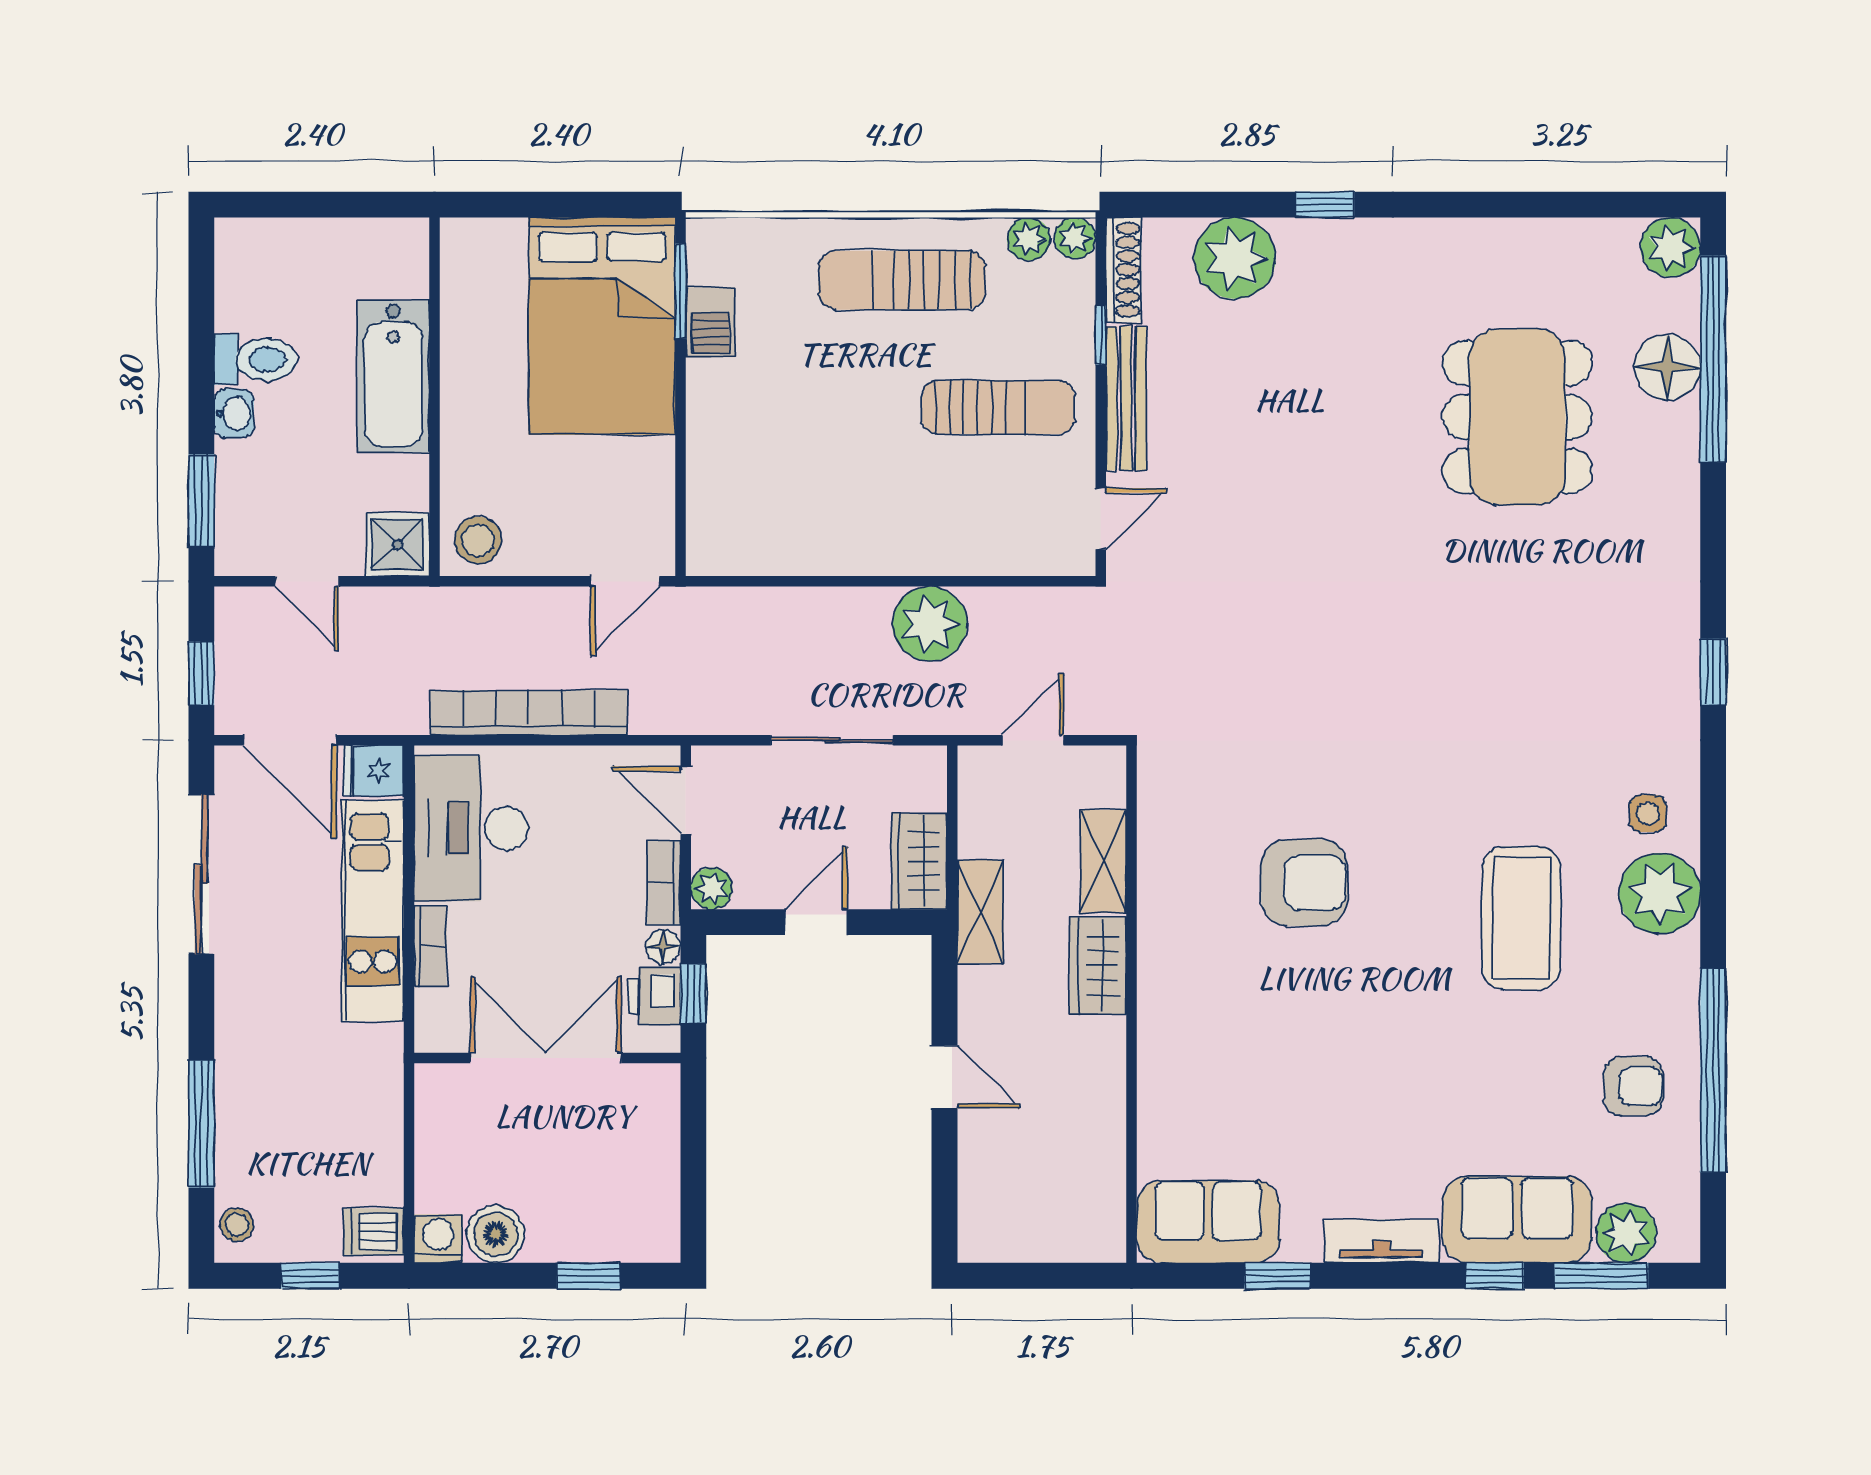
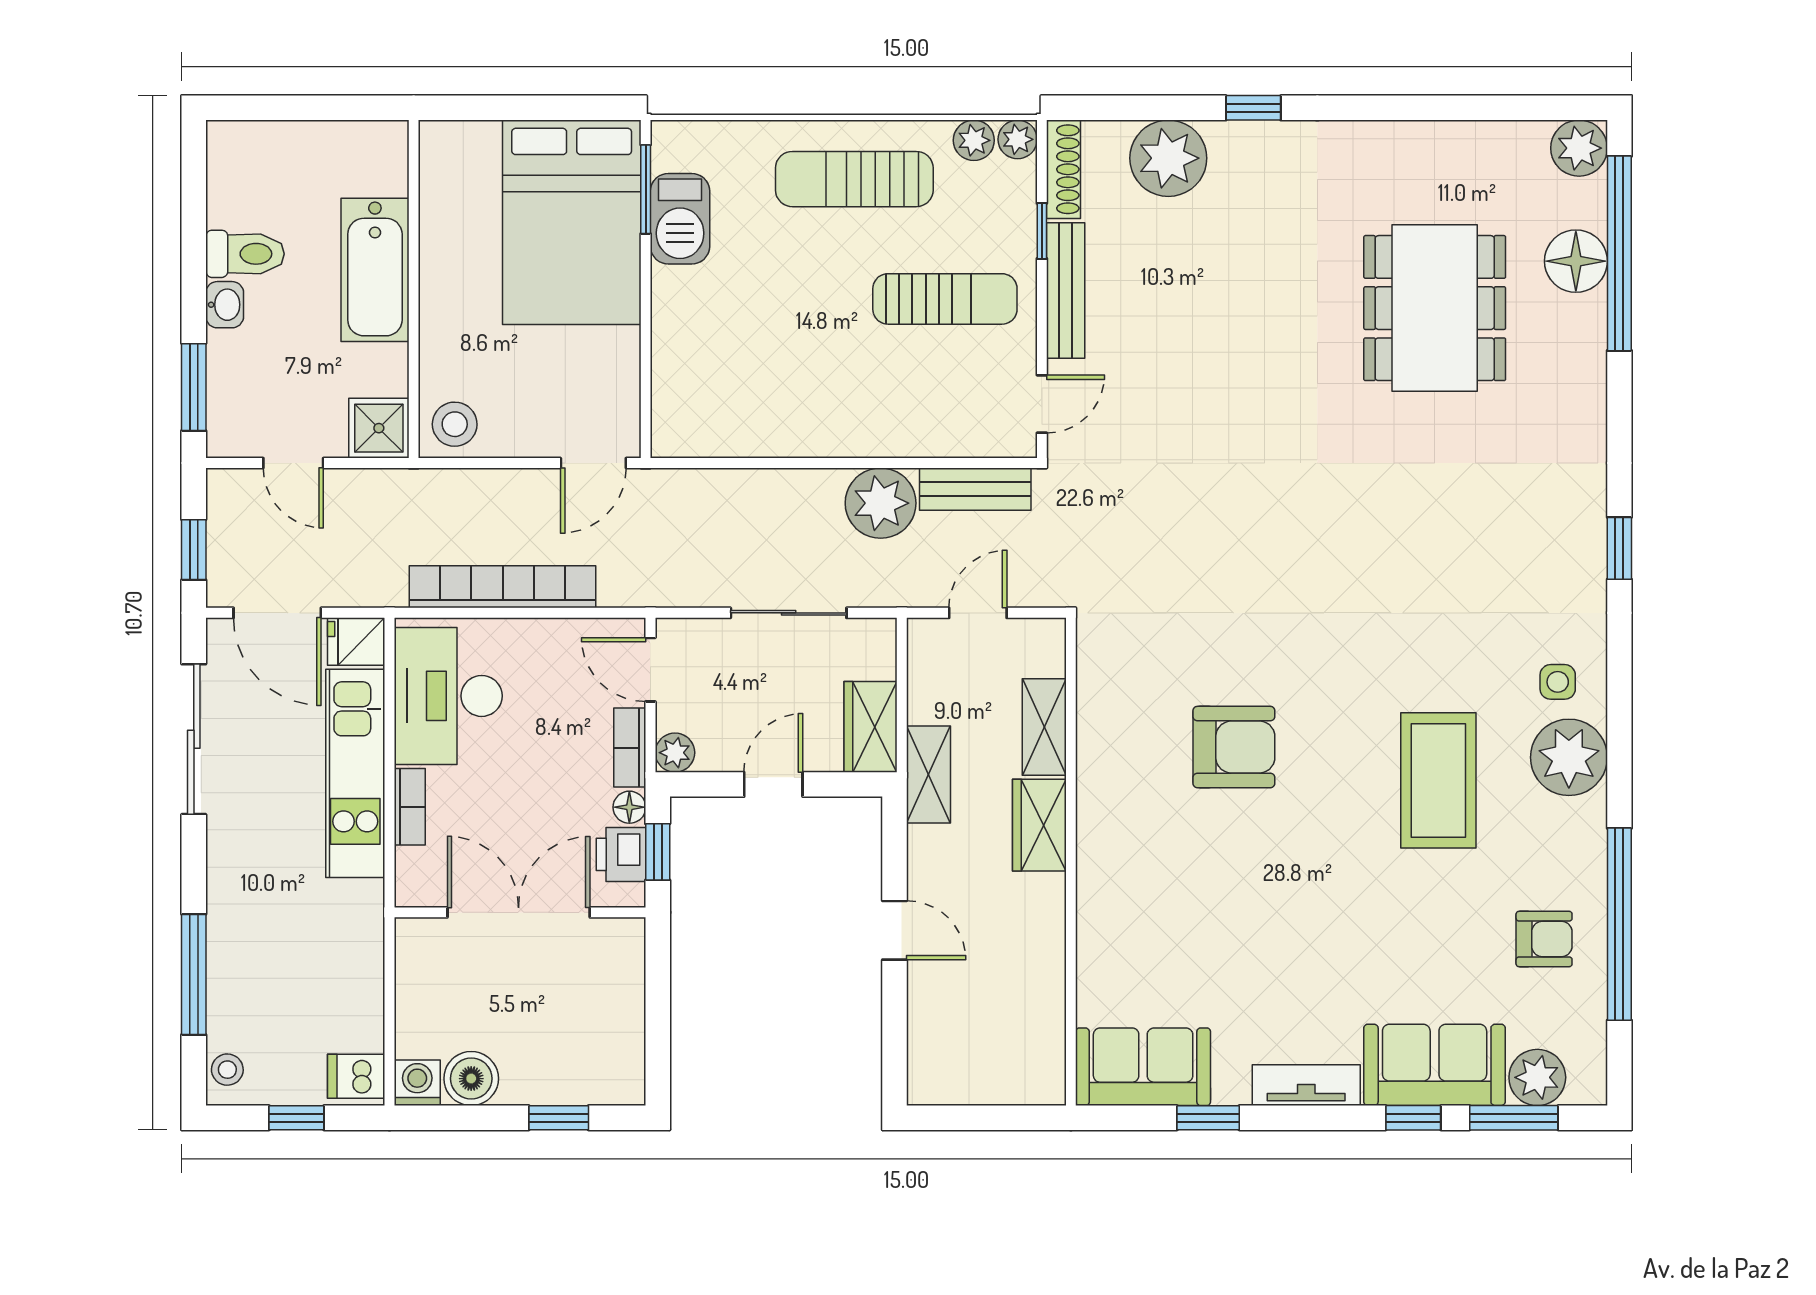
barbecue: (710, 322) -> (680, 219), width x1.38, depth x1.27
bench: (1030, 609) -> (975, 489), added

